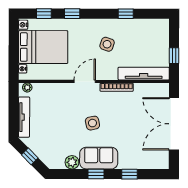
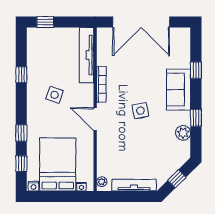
window: (174, 56) -> (45, 22), moved
sofa: (99, 158) -> (179, 90), moved
window: (96, 174) -> (196, 118), moved

